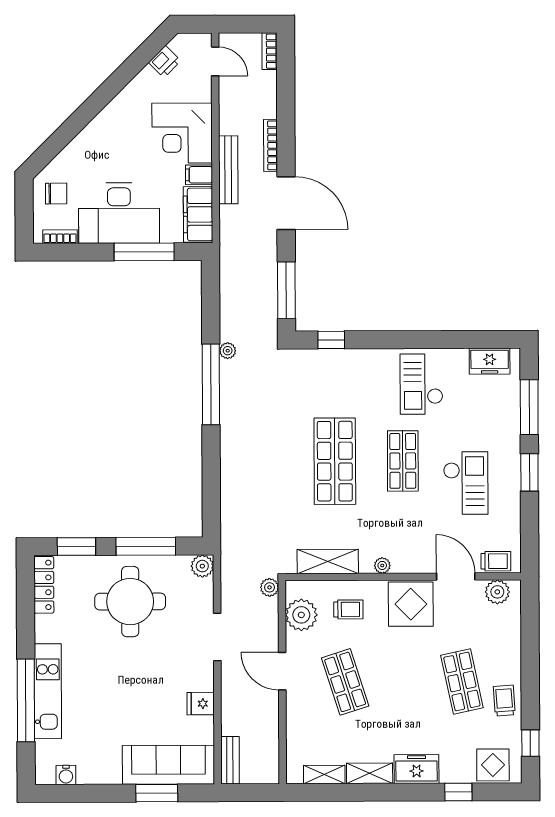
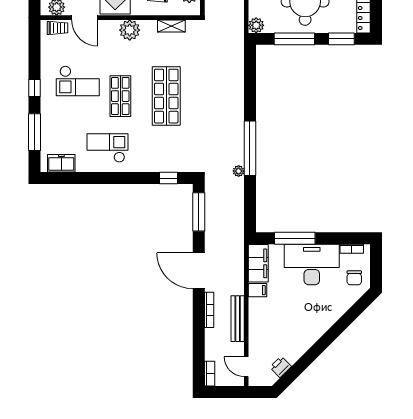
corner desk: (182, 133) -> (269, 318), removed
bench: (228, 170) -> (238, 319), moved
chair: (56, 194) -> (354, 278), turned -90
checkout: (421, 384) -> (107, 148), turned -90
window: (529, 472) -> (35, 88), width x0.67
checkout: (466, 483) -> (78, 81), turned -90
trolley: (496, 561) -> (58, 28), turned 180
shelving: (328, 562) -> (171, 26), width x0.67, depth x0.75
plant: (382, 565) -> (130, 30), width x1.88, depth x1.88
plant: (269, 587) -> (211, 11), removed

